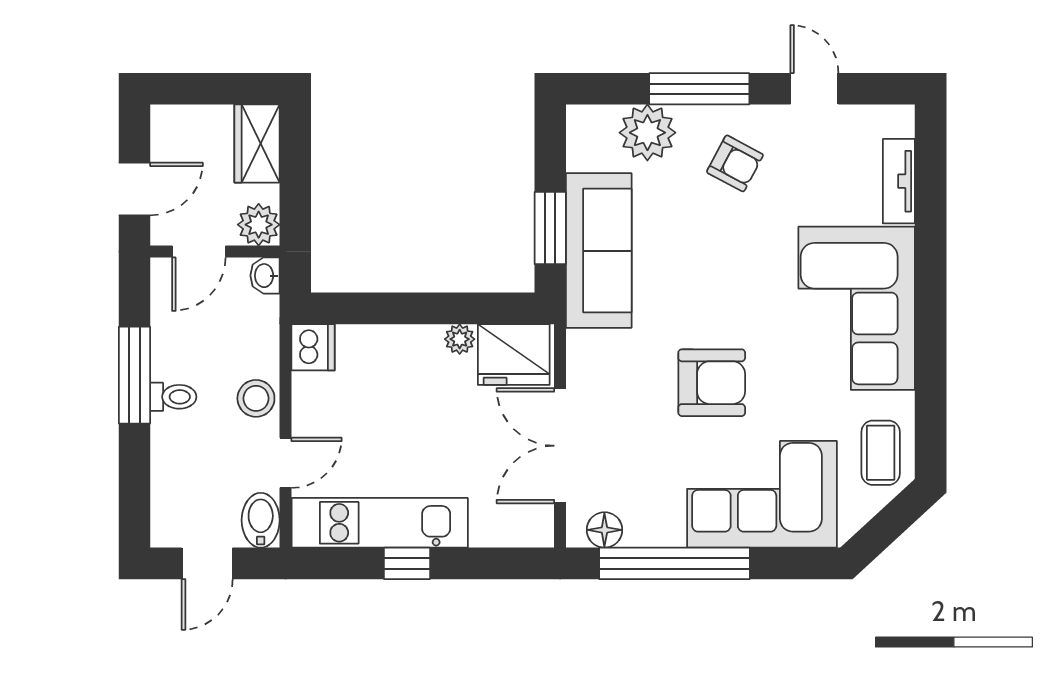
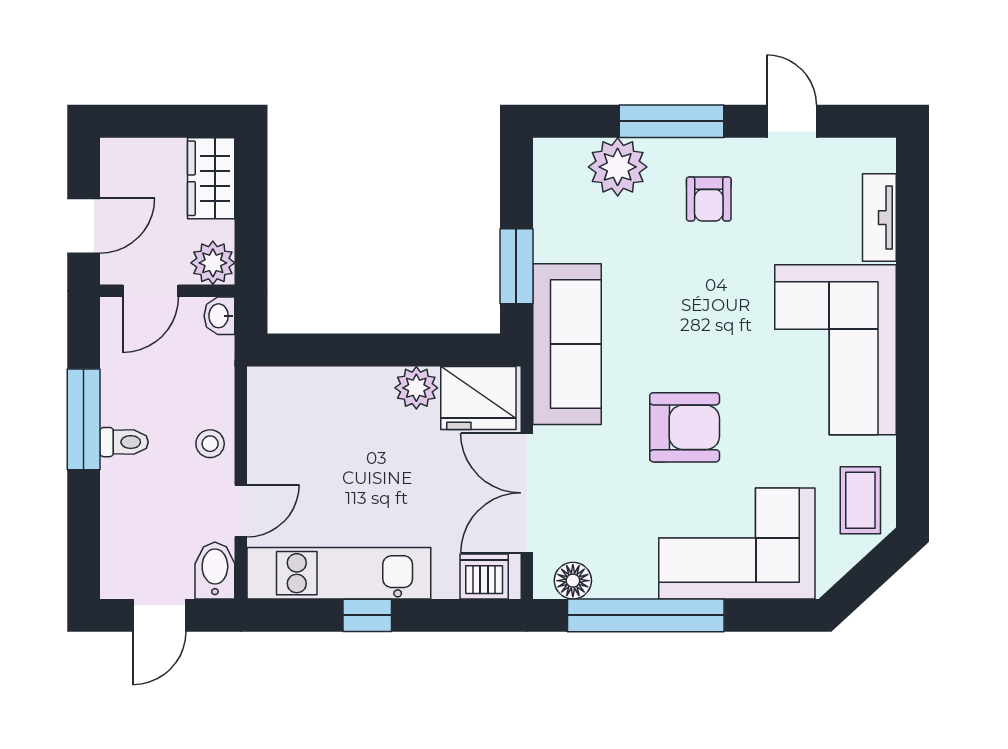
armchair: (735, 163) -> (709, 199), turned 62
sofa: (599, 251) -> (567, 344), moved
plant: (460, 339) -> (416, 388), width x1.38, depth x1.38
dishwasher: (313, 347) -> (484, 577), moved, turned -90
stool: (256, 398) -> (210, 444), width x0.73, depth x0.73

